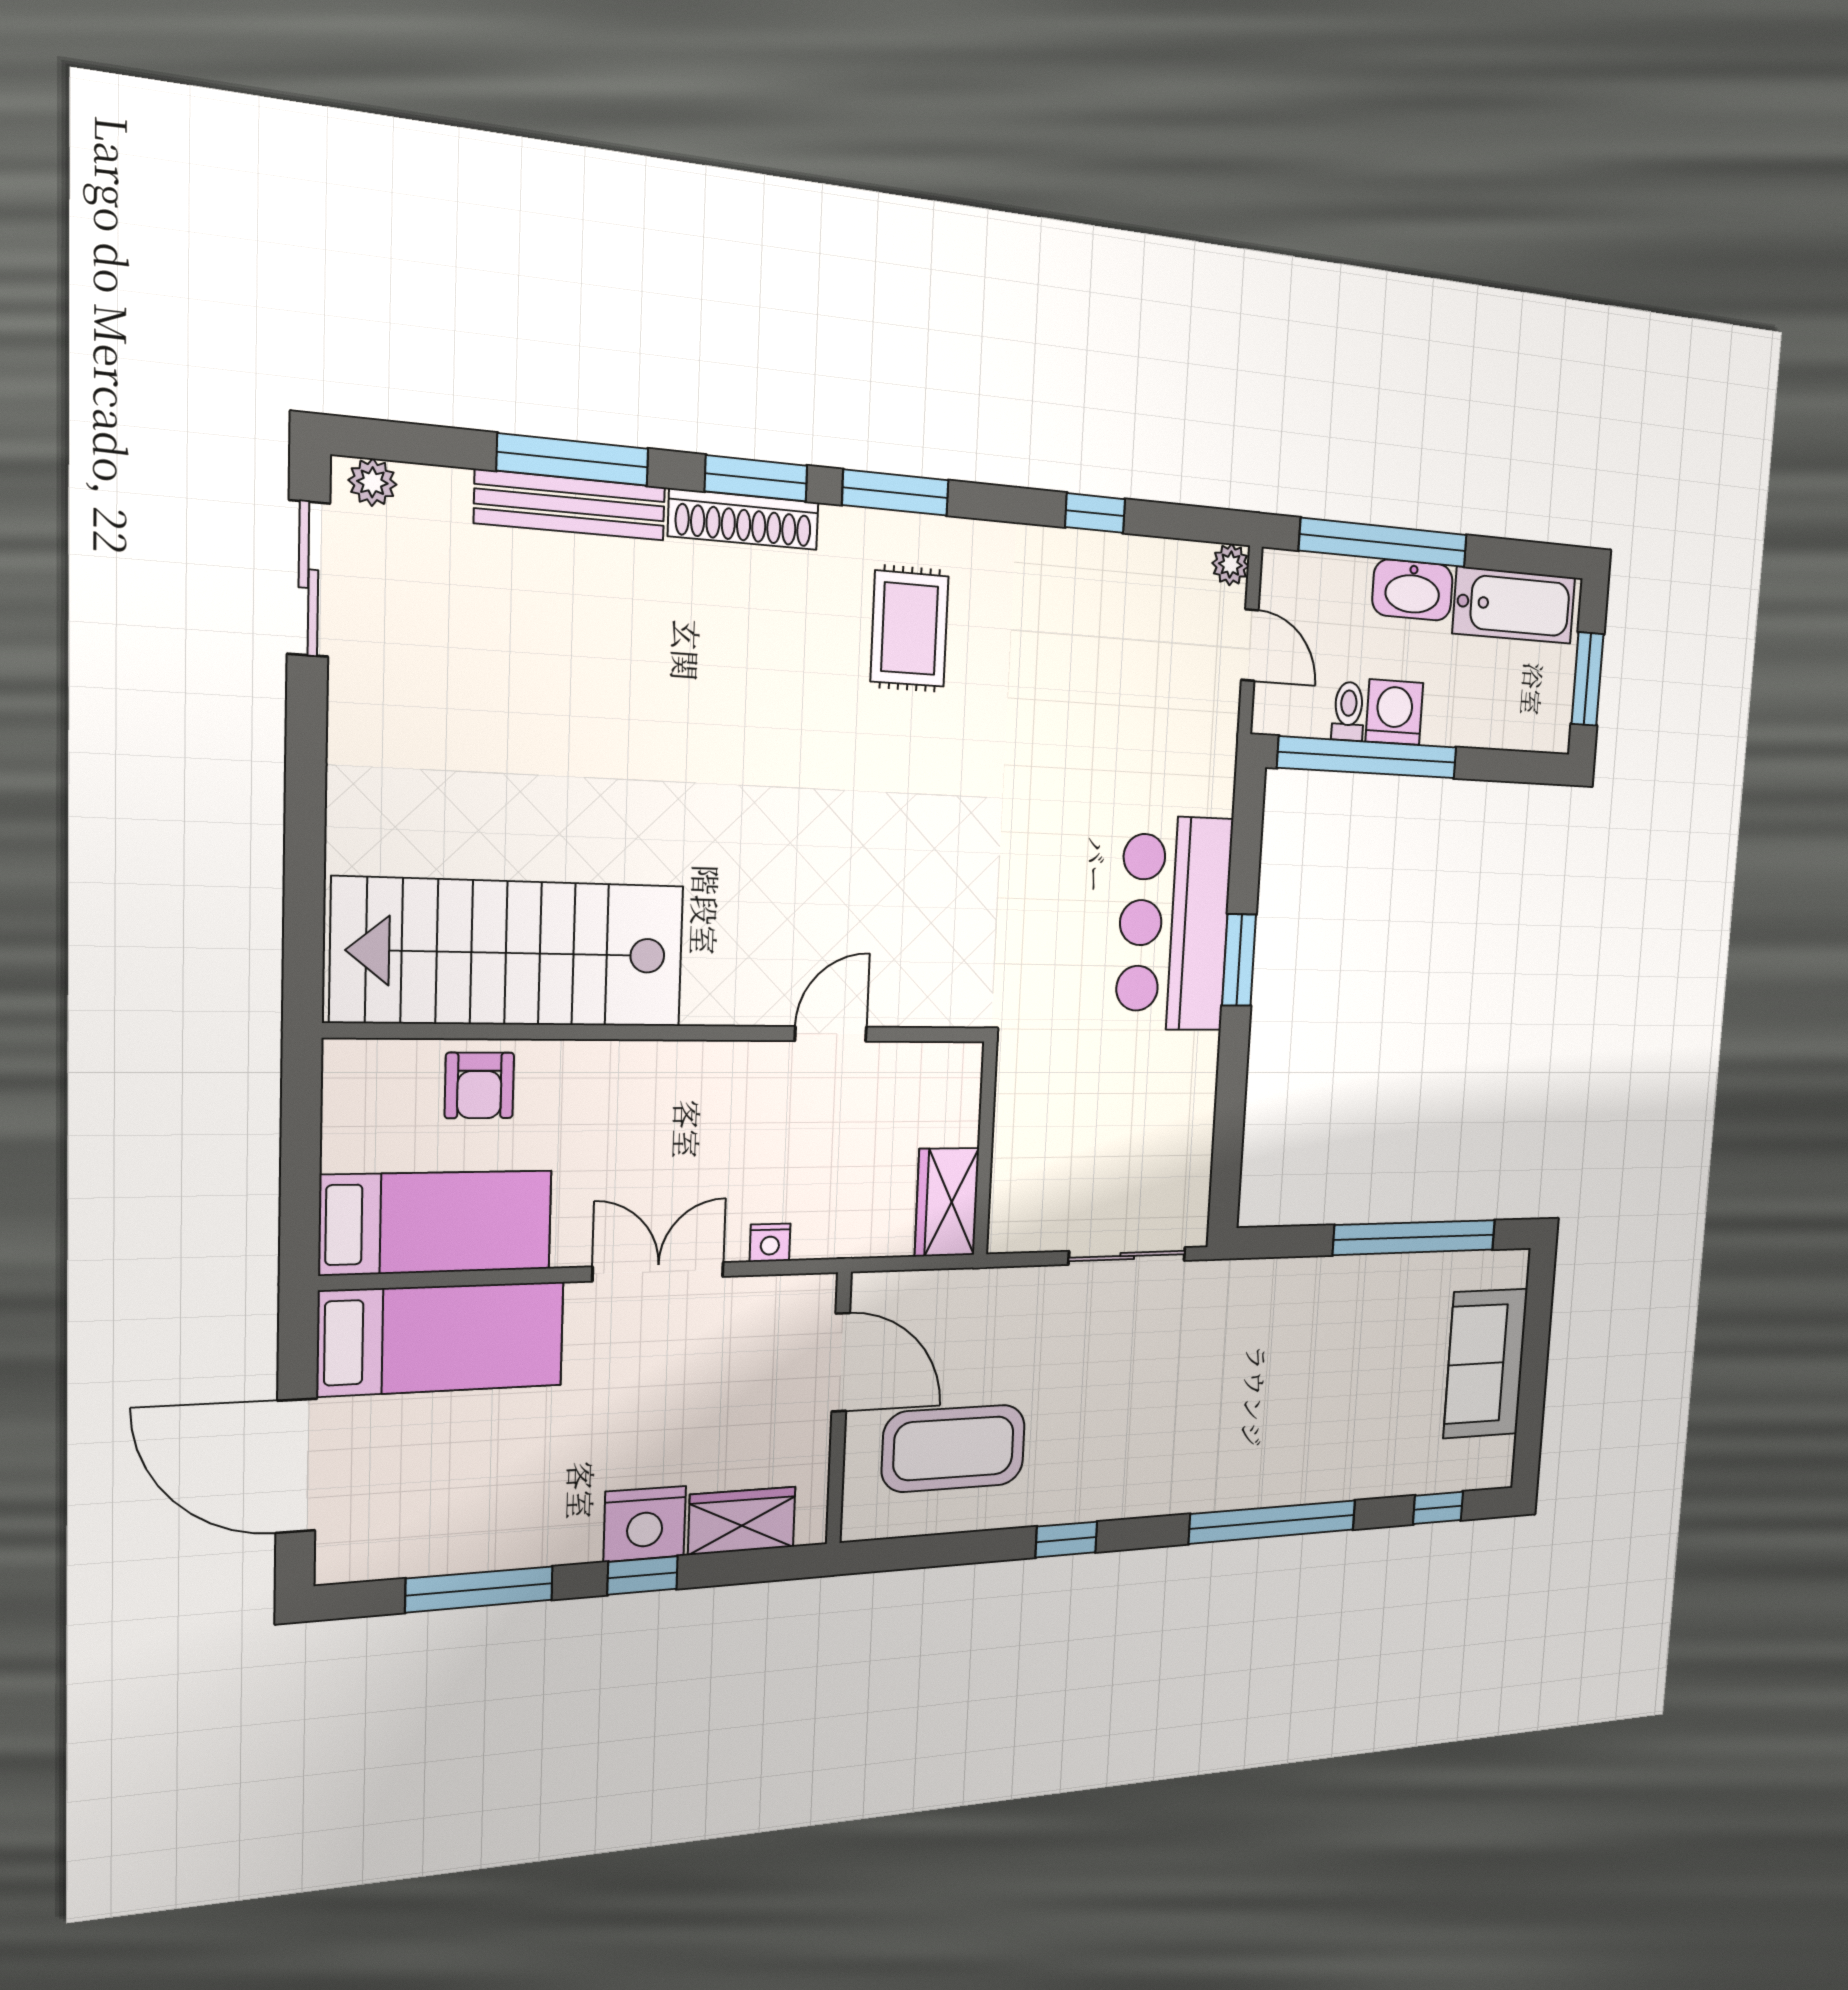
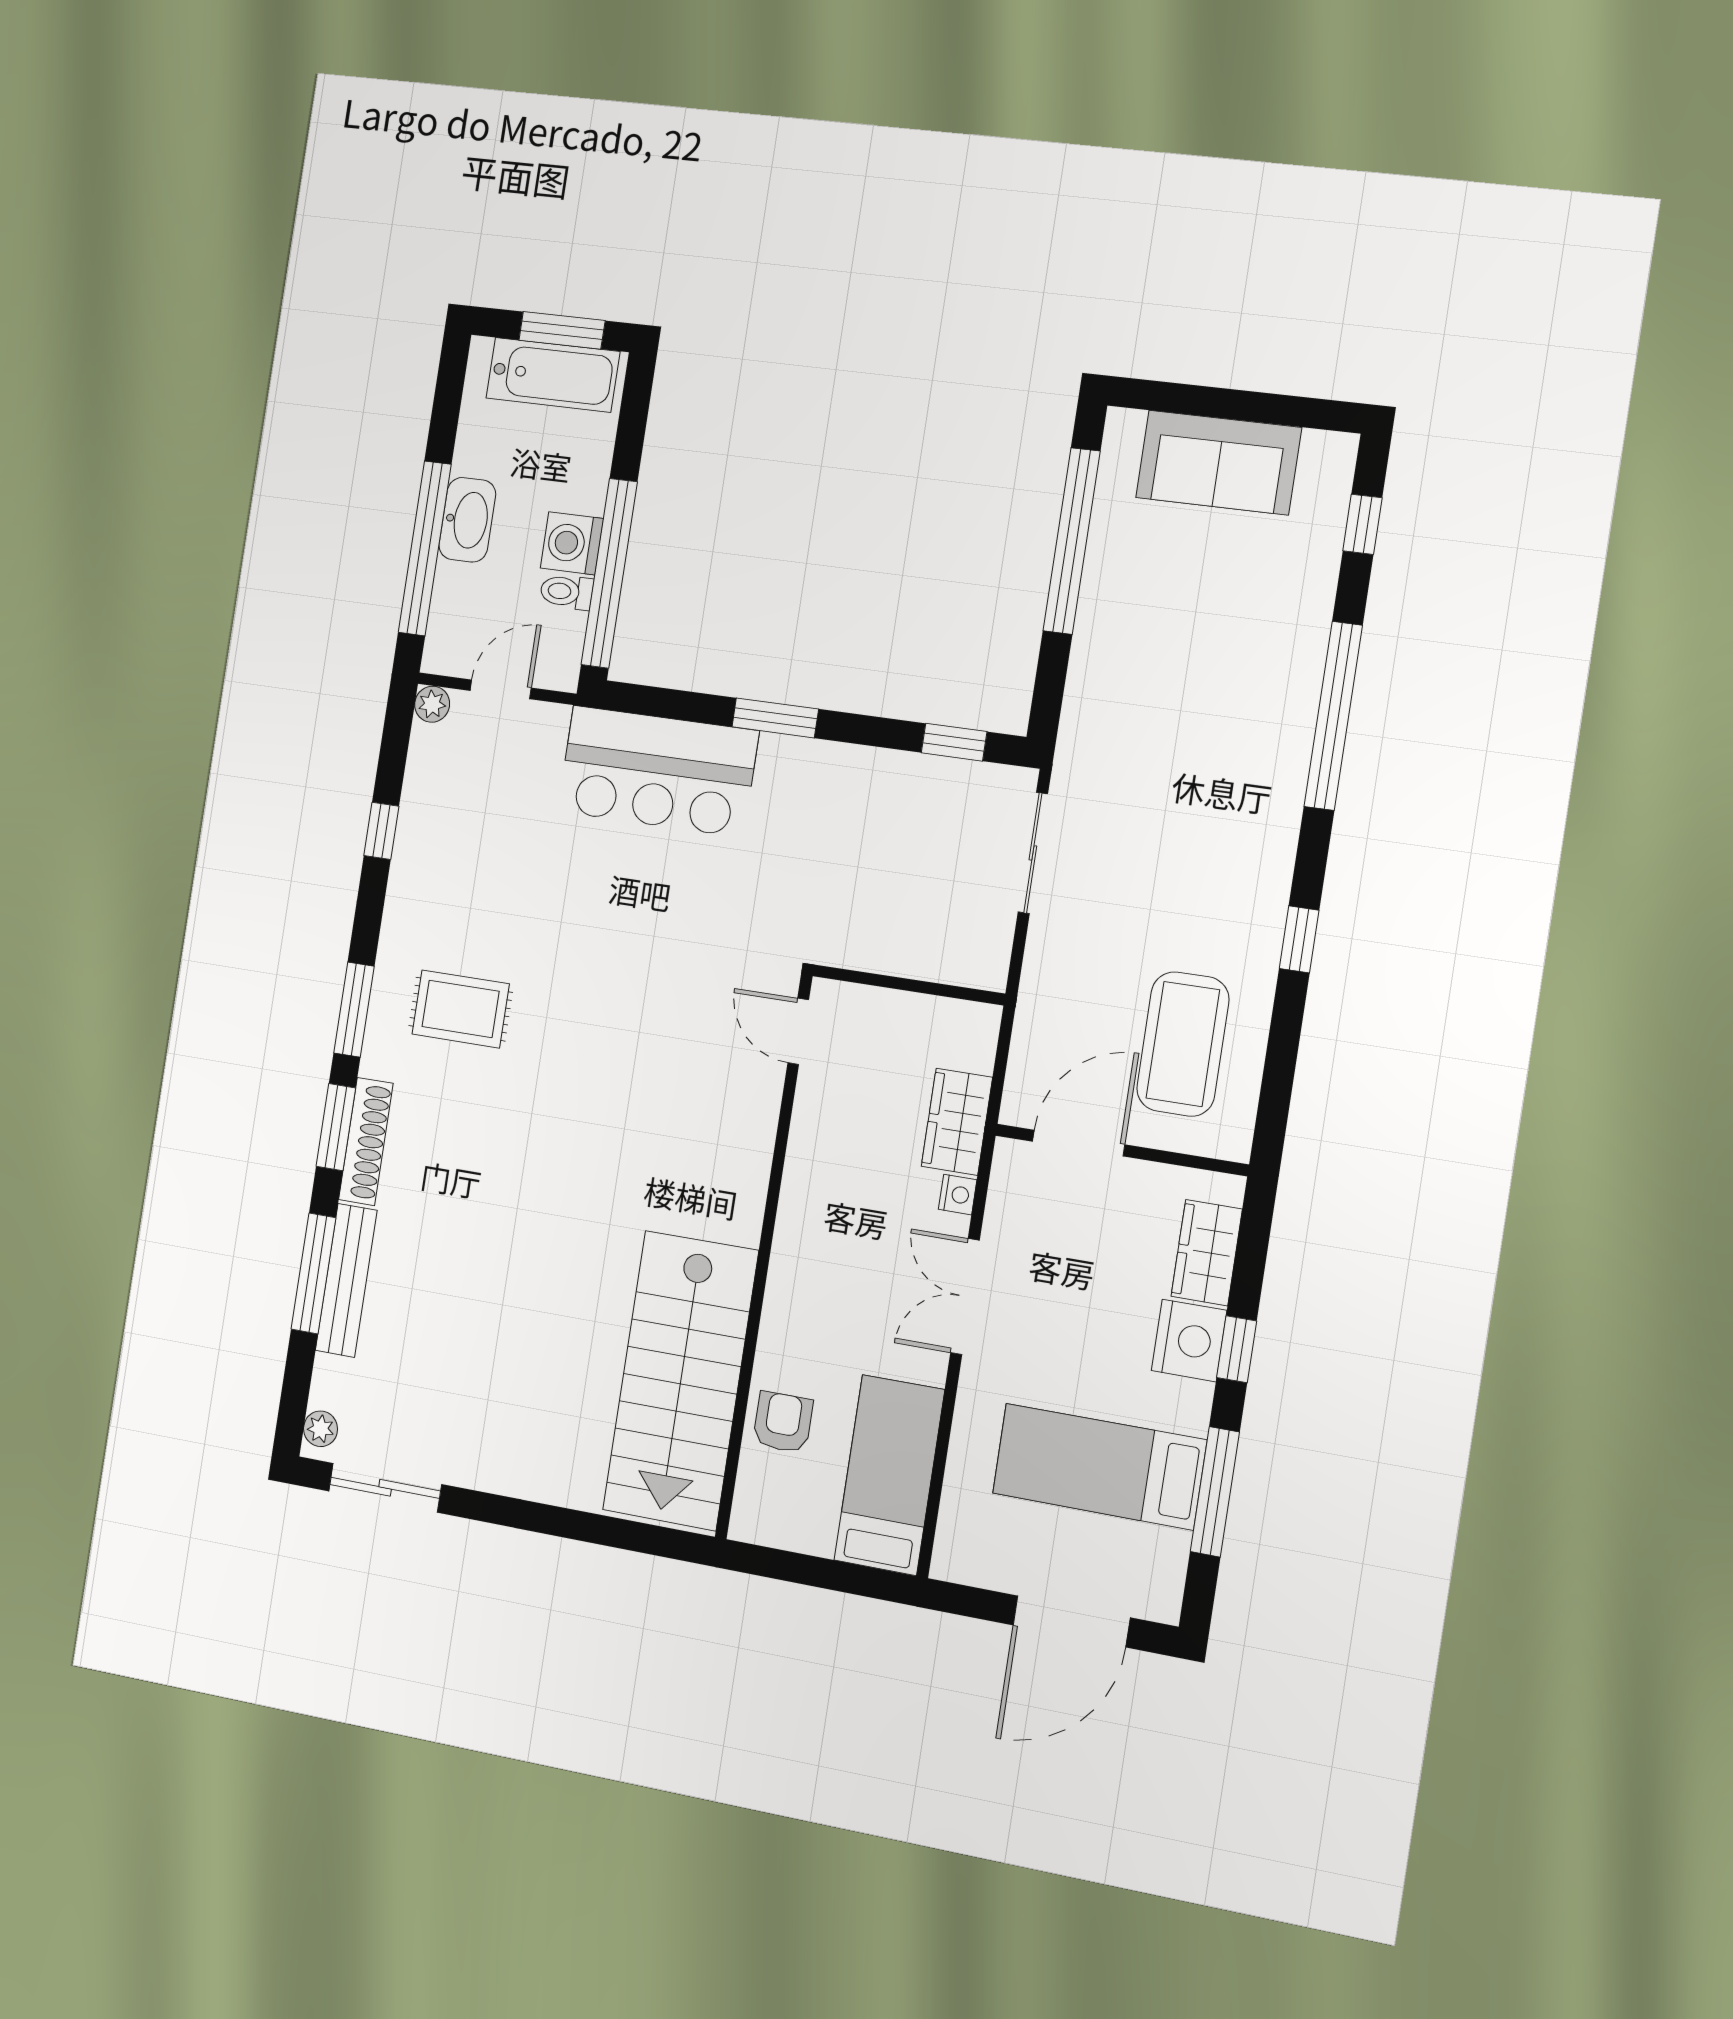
bathtub: (1514, 605) -> (553, 375), moved, turned 90
bar counter: (1174, 924) -> (658, 771), moved
door: (831, 1034) -> (798, 1031), moved
armchair: (479, 1085) -> (783, 1422), turned -90
window: (1227, 1154) -> (954, 742), added
wardrobe: (947, 1202) -> (957, 1122), moved, turned 90
bed: (442, 1339) -> (1099, 1467), moved, turned -90

